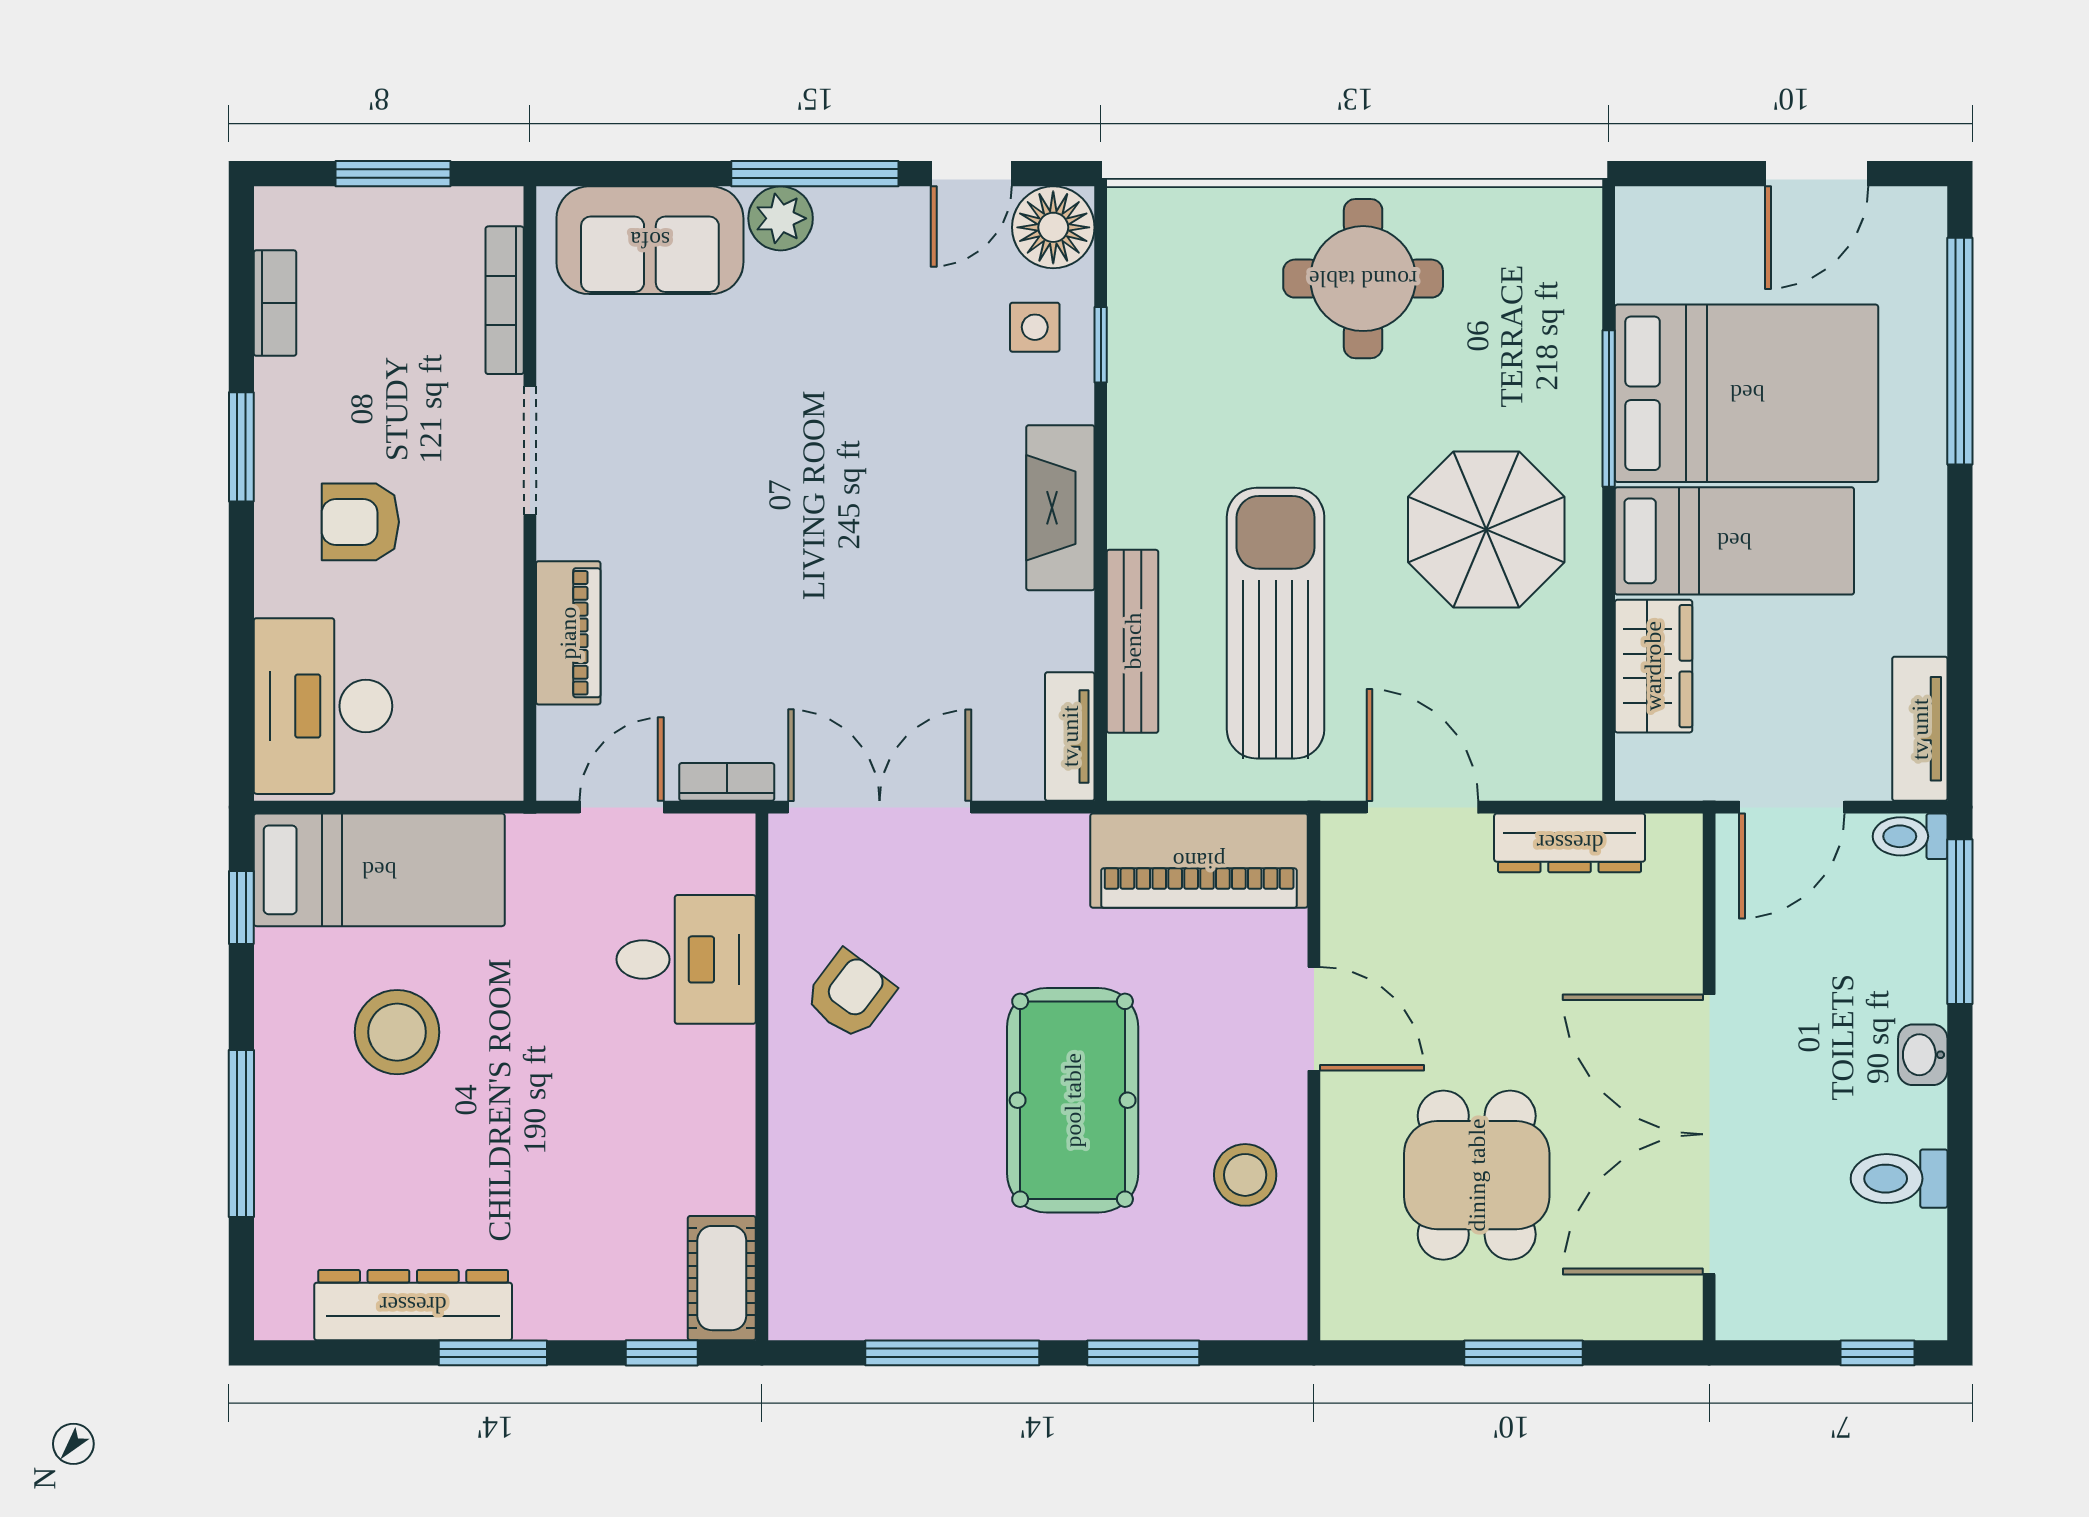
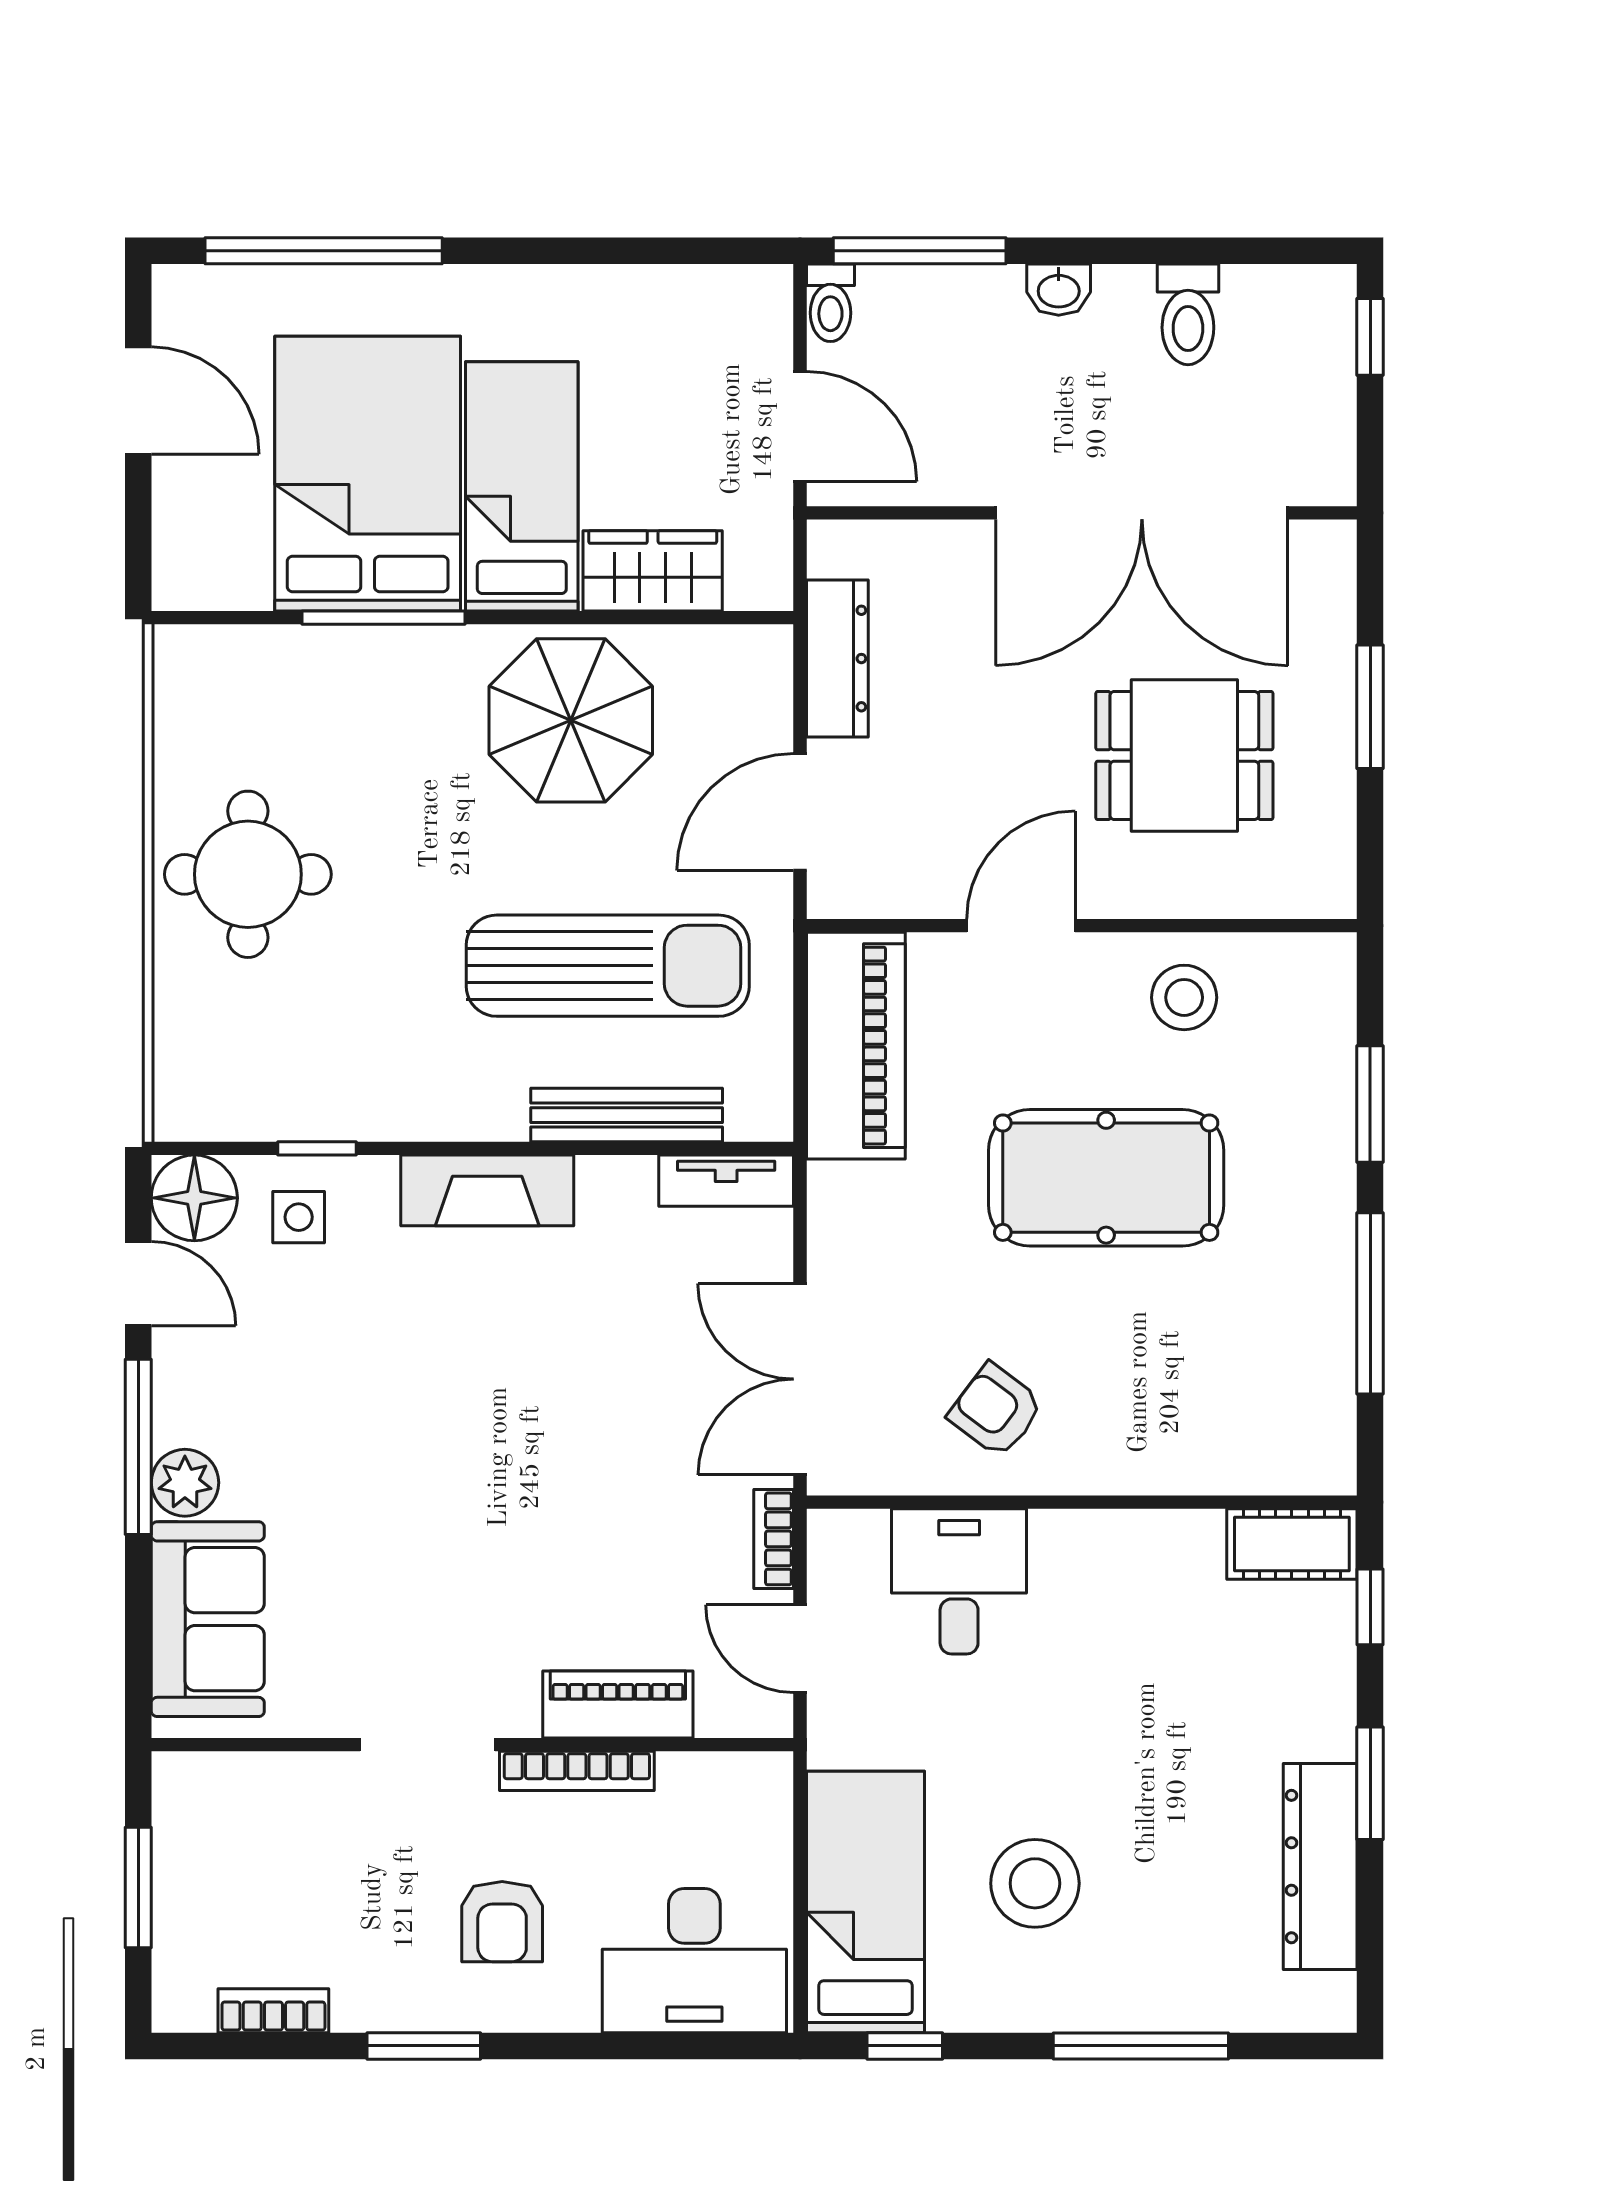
bookcase: (505, 300) -> (577, 1771), moved
parasol: (1486, 529) -> (571, 720), moved
sun lounger: (1276, 623) -> (608, 966), turned 180
tv unit: (1920, 729) -> (718, 293), removed

